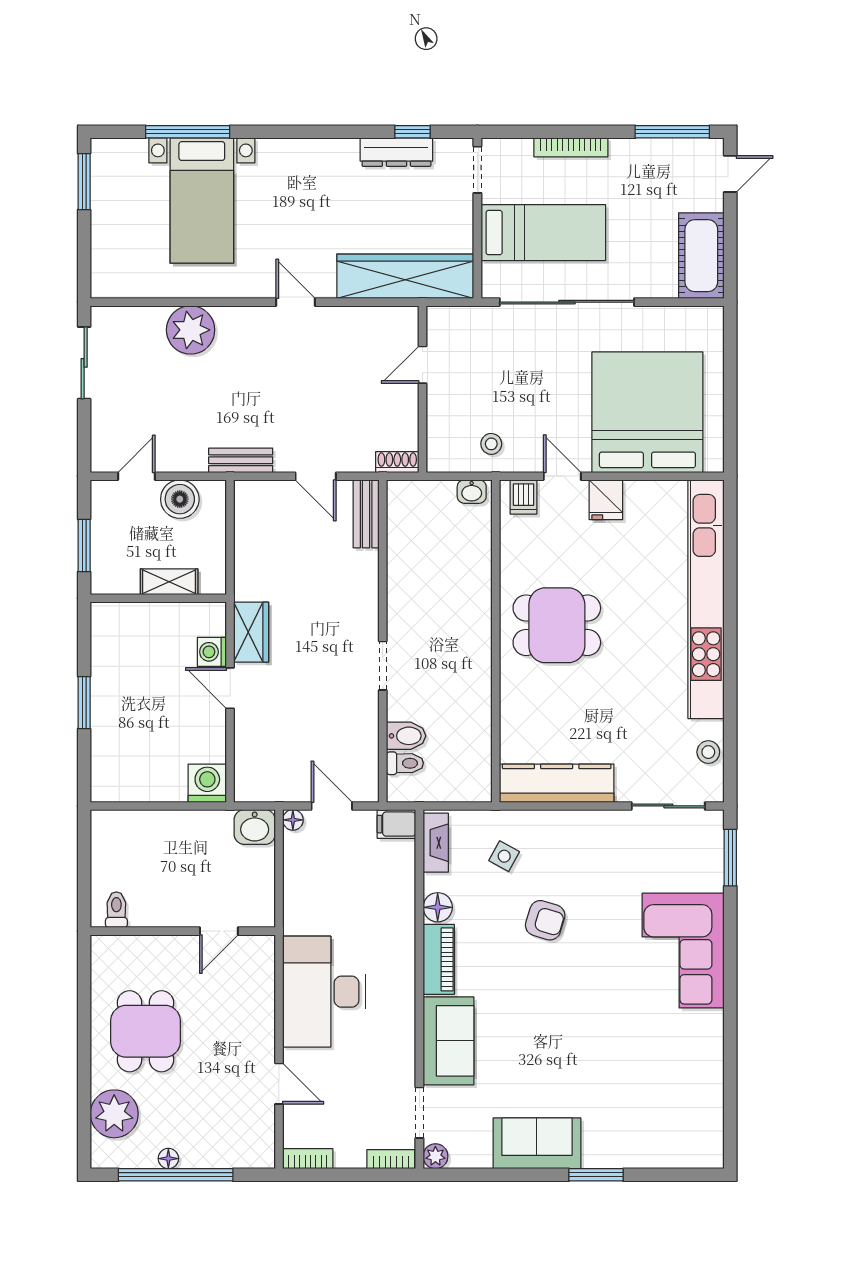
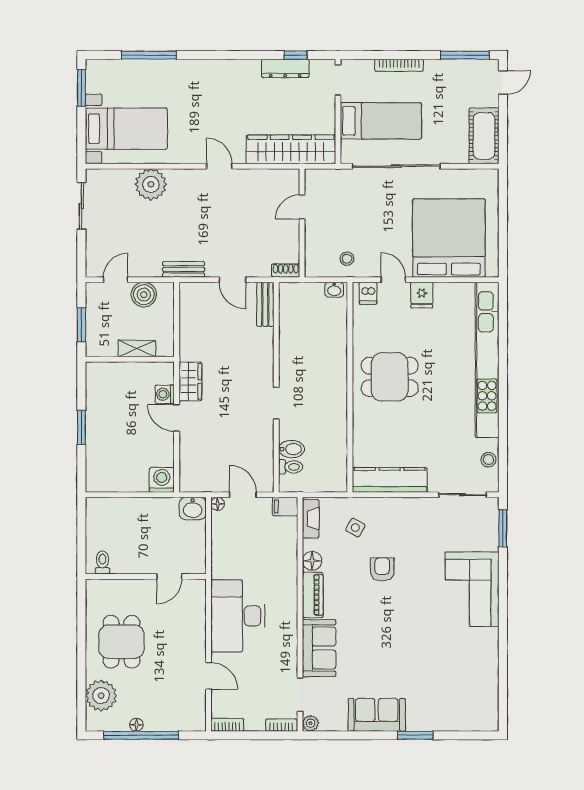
bed with nightstands: (202, 201) -> (126, 129), moved, turned -90
armchair: (545, 920) -> (382, 569), turned -107

